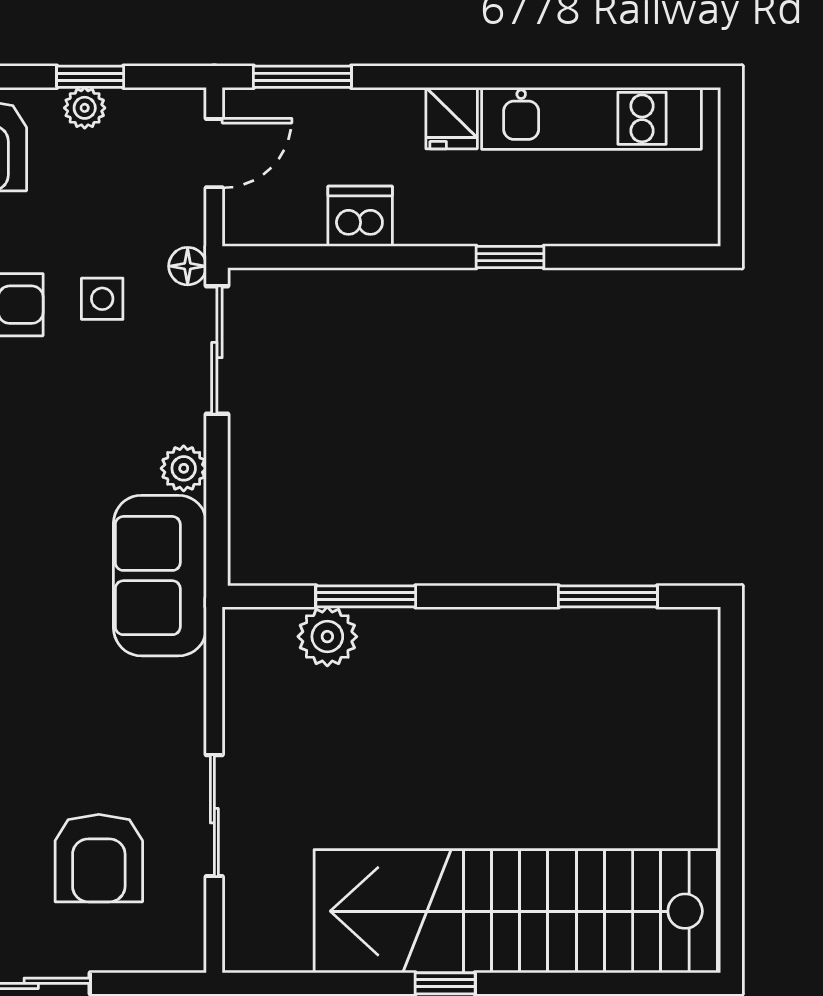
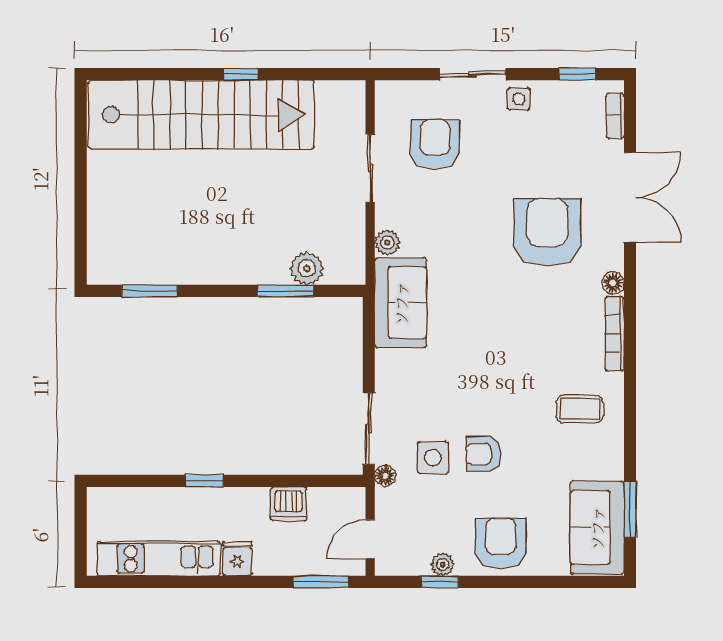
side table: (102, 299) -> (433, 458), width x1.37, depth x1.37
plant: (184, 468) -> (387, 242), moved

